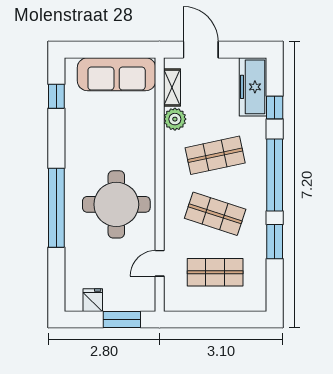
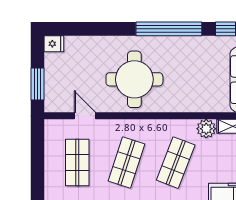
shop shelf: (215, 155) -> (176, 163), turned 33
window: (56, 208) -> (169, 29), moved
fridge: (93, 300) -> (54, 44), moved

